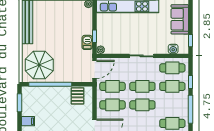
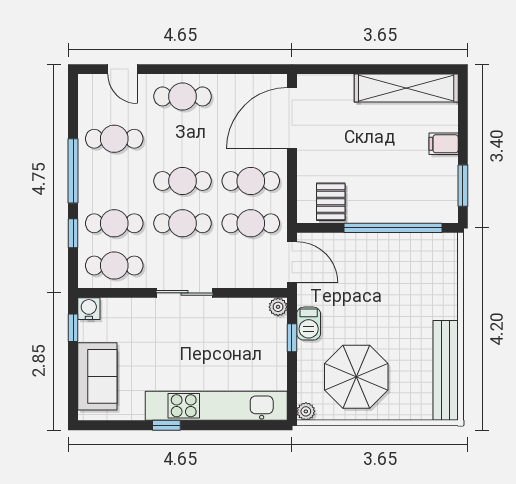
water cooler: (173, 49) -> (89, 309), moved
parasol: (39, 65) -> (356, 377), moved
door: (94, 69) -> (292, 262), swing flipped

